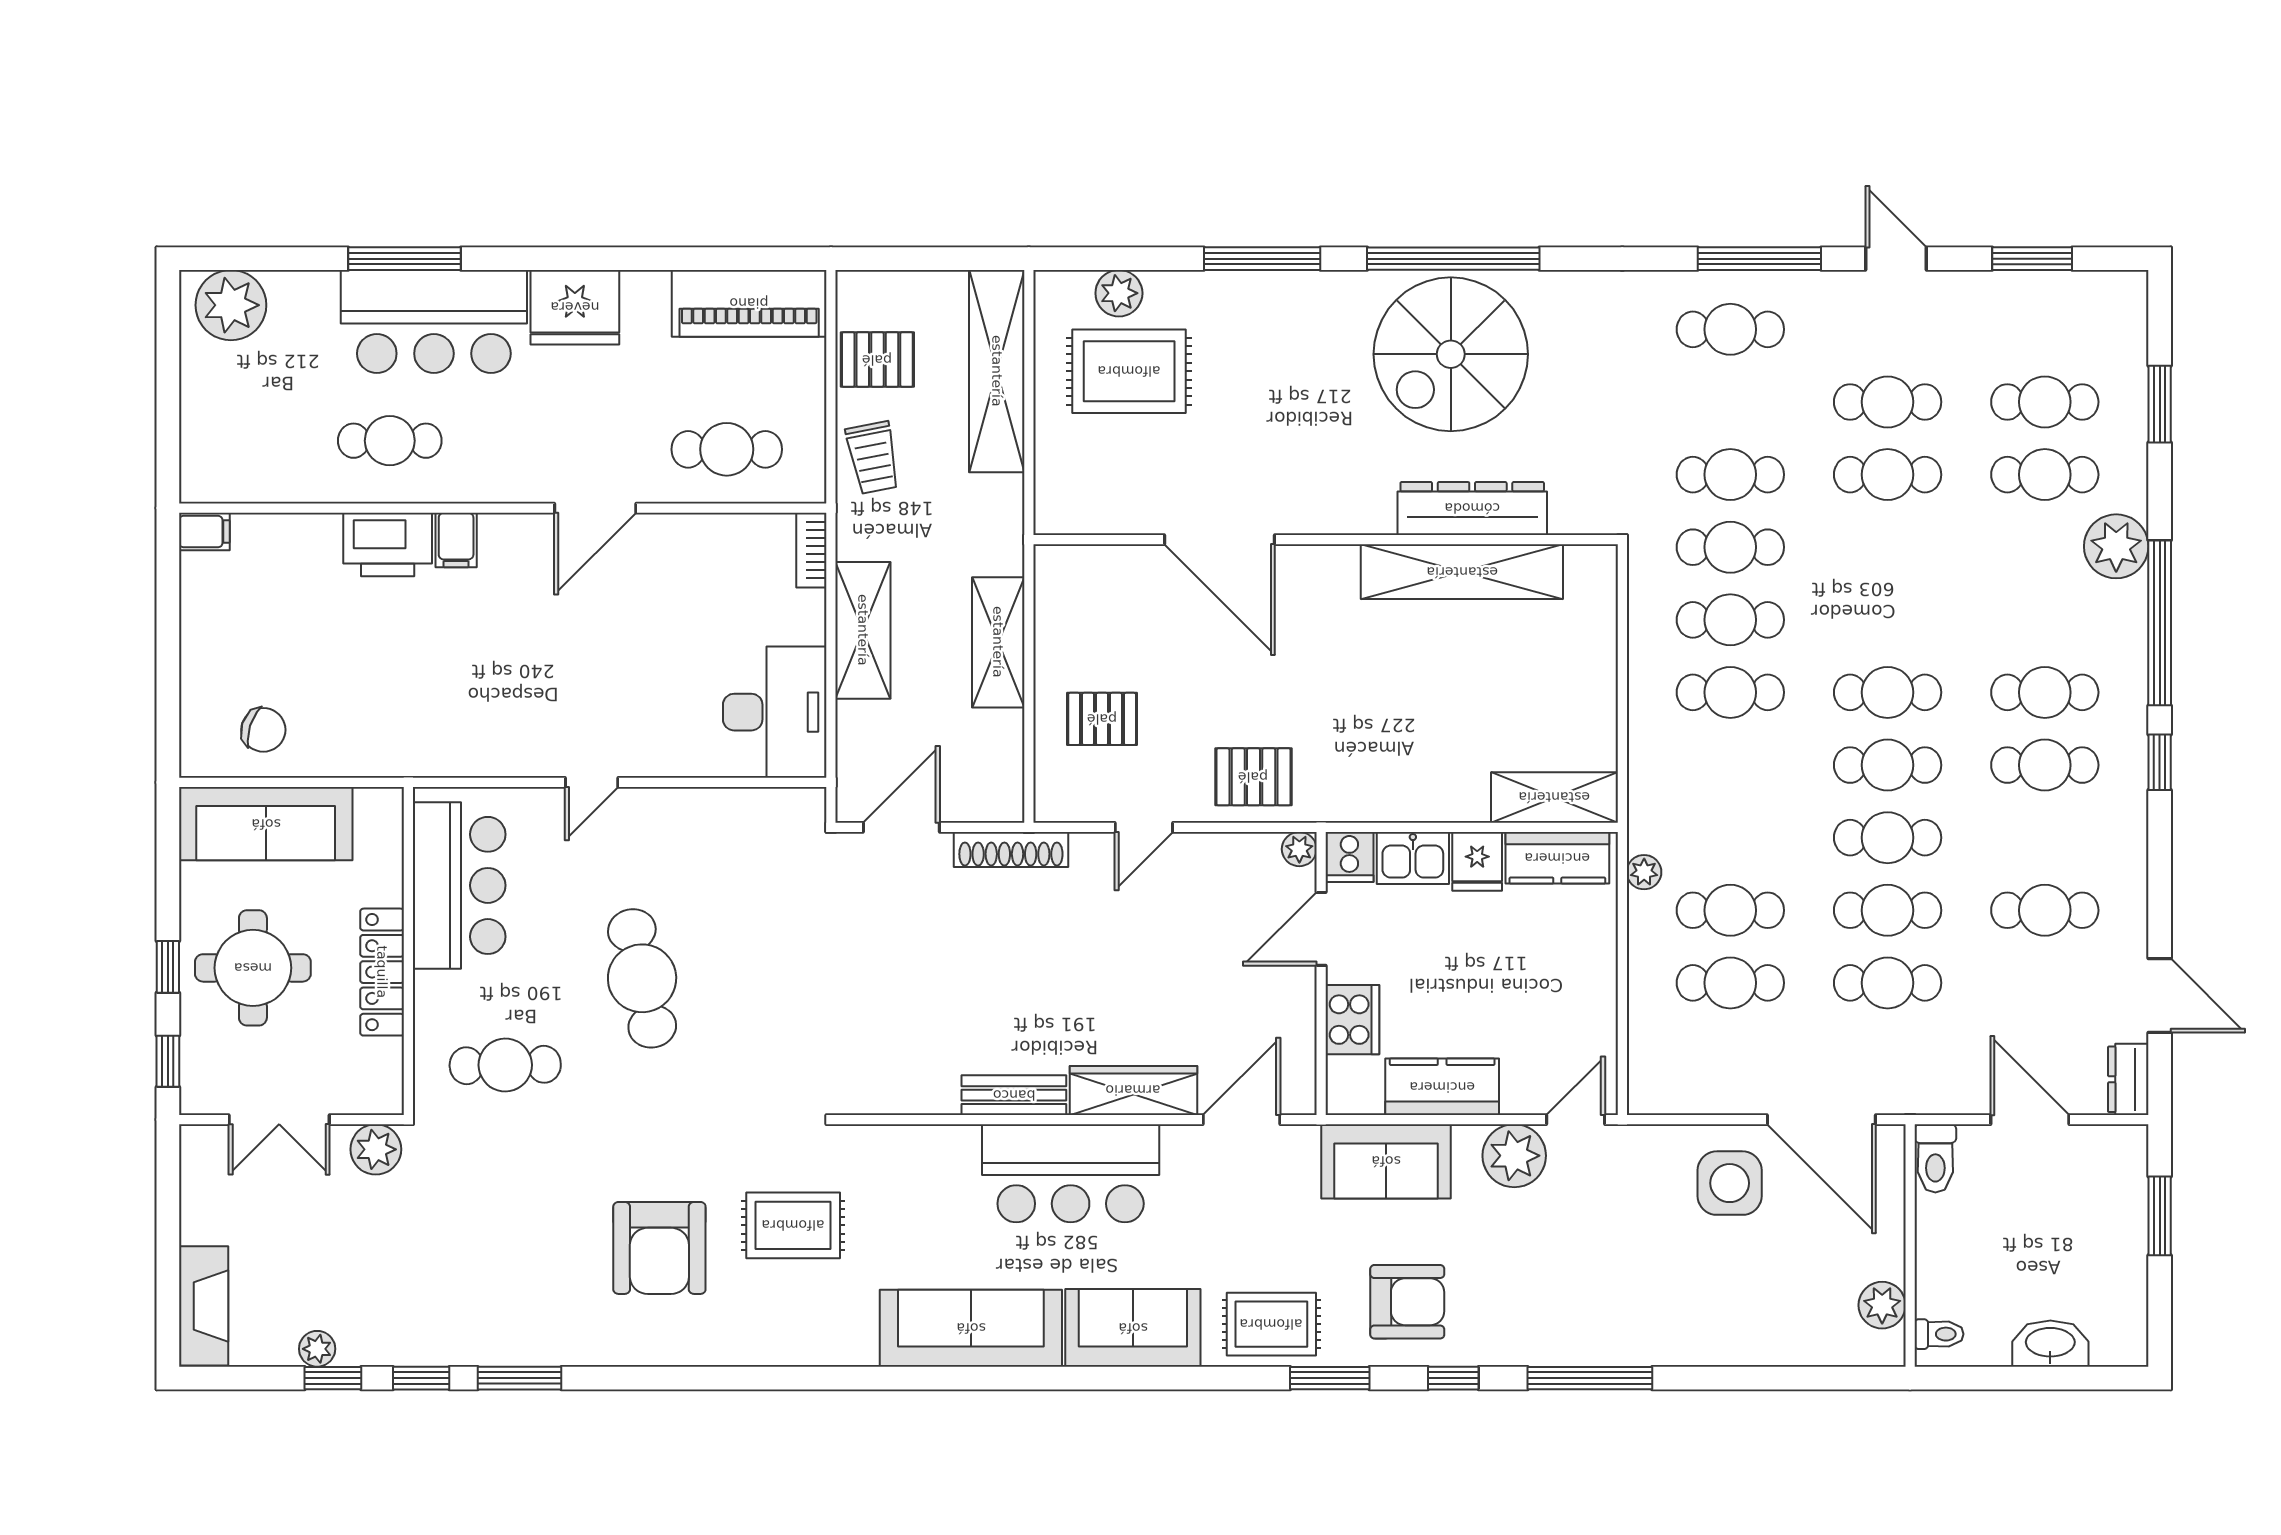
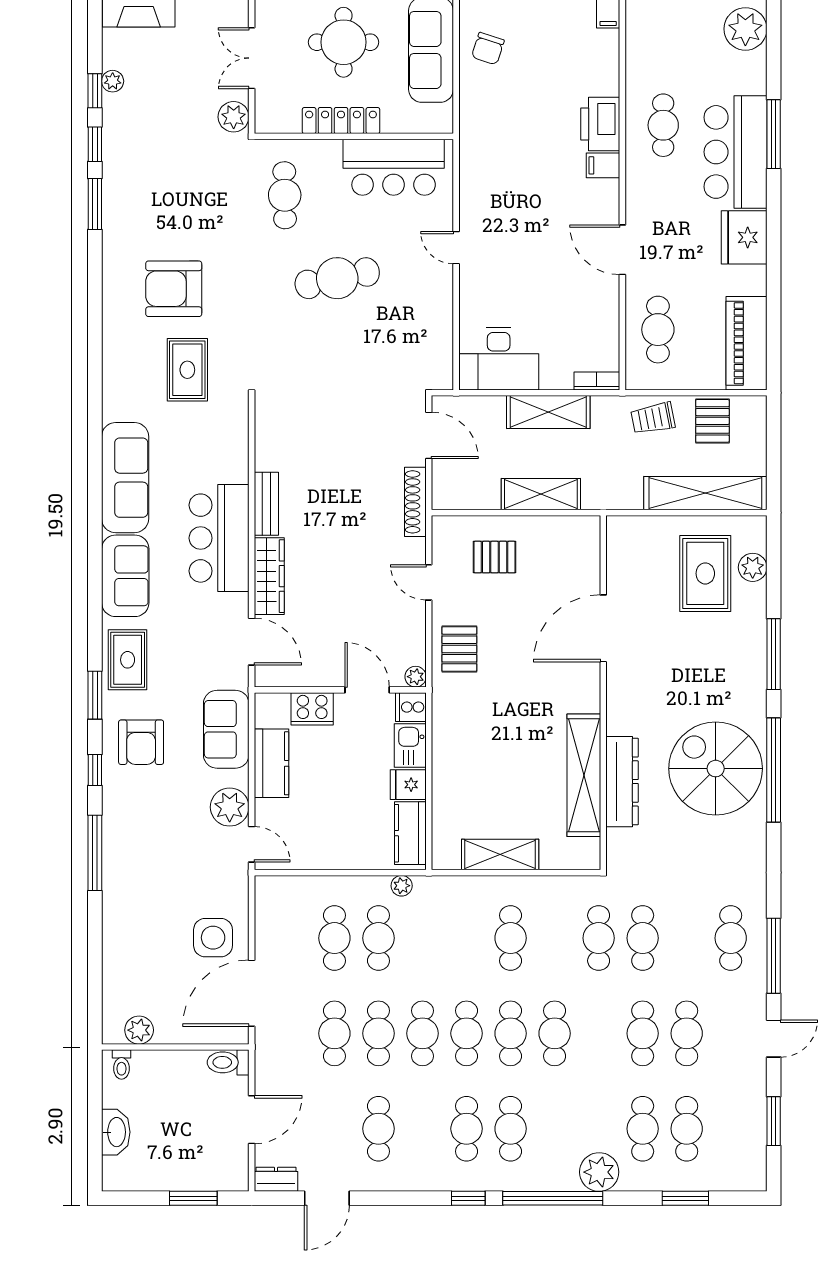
cafe table: (1730, 620) -> (555, 1033), moved
pallet: (1102, 719) -> (495, 557), turned 90
shelving: (1554, 797) -> (500, 854), moved, turned 90

